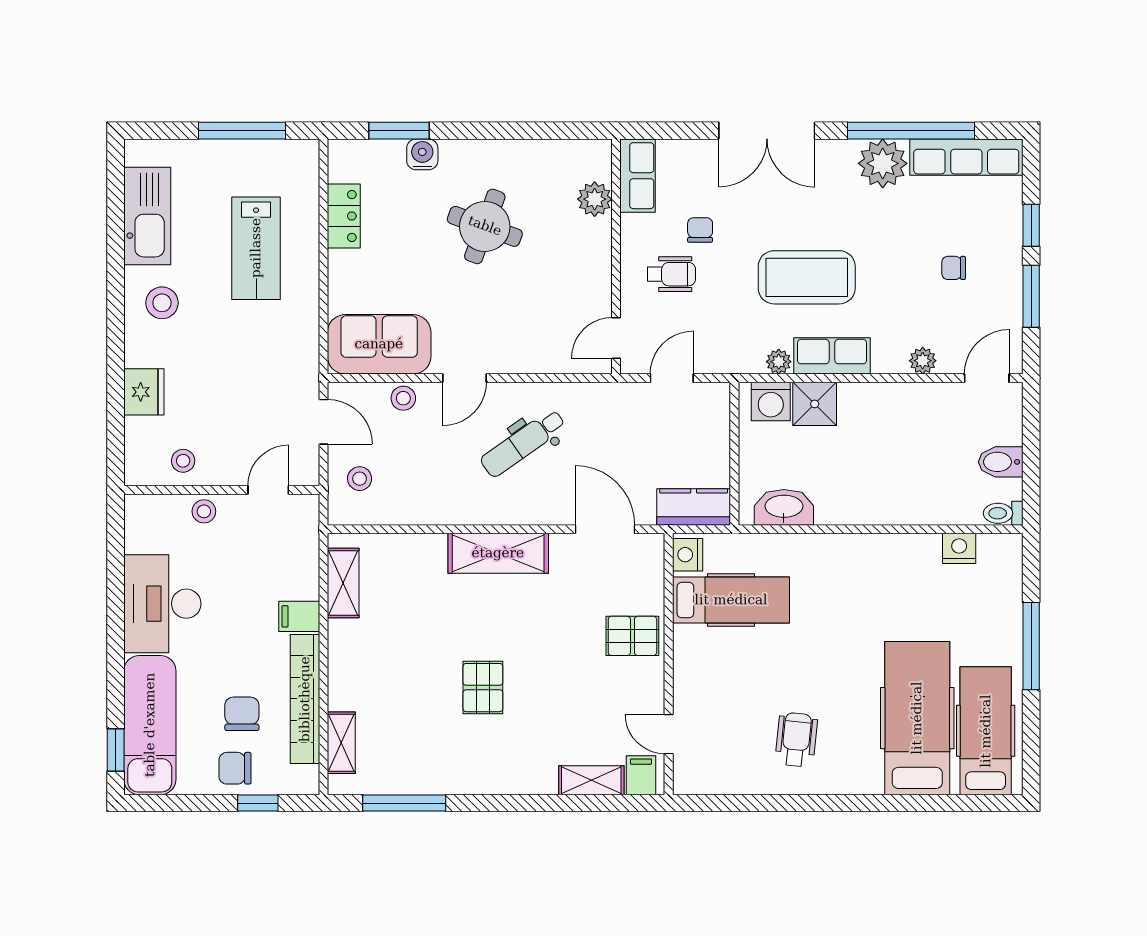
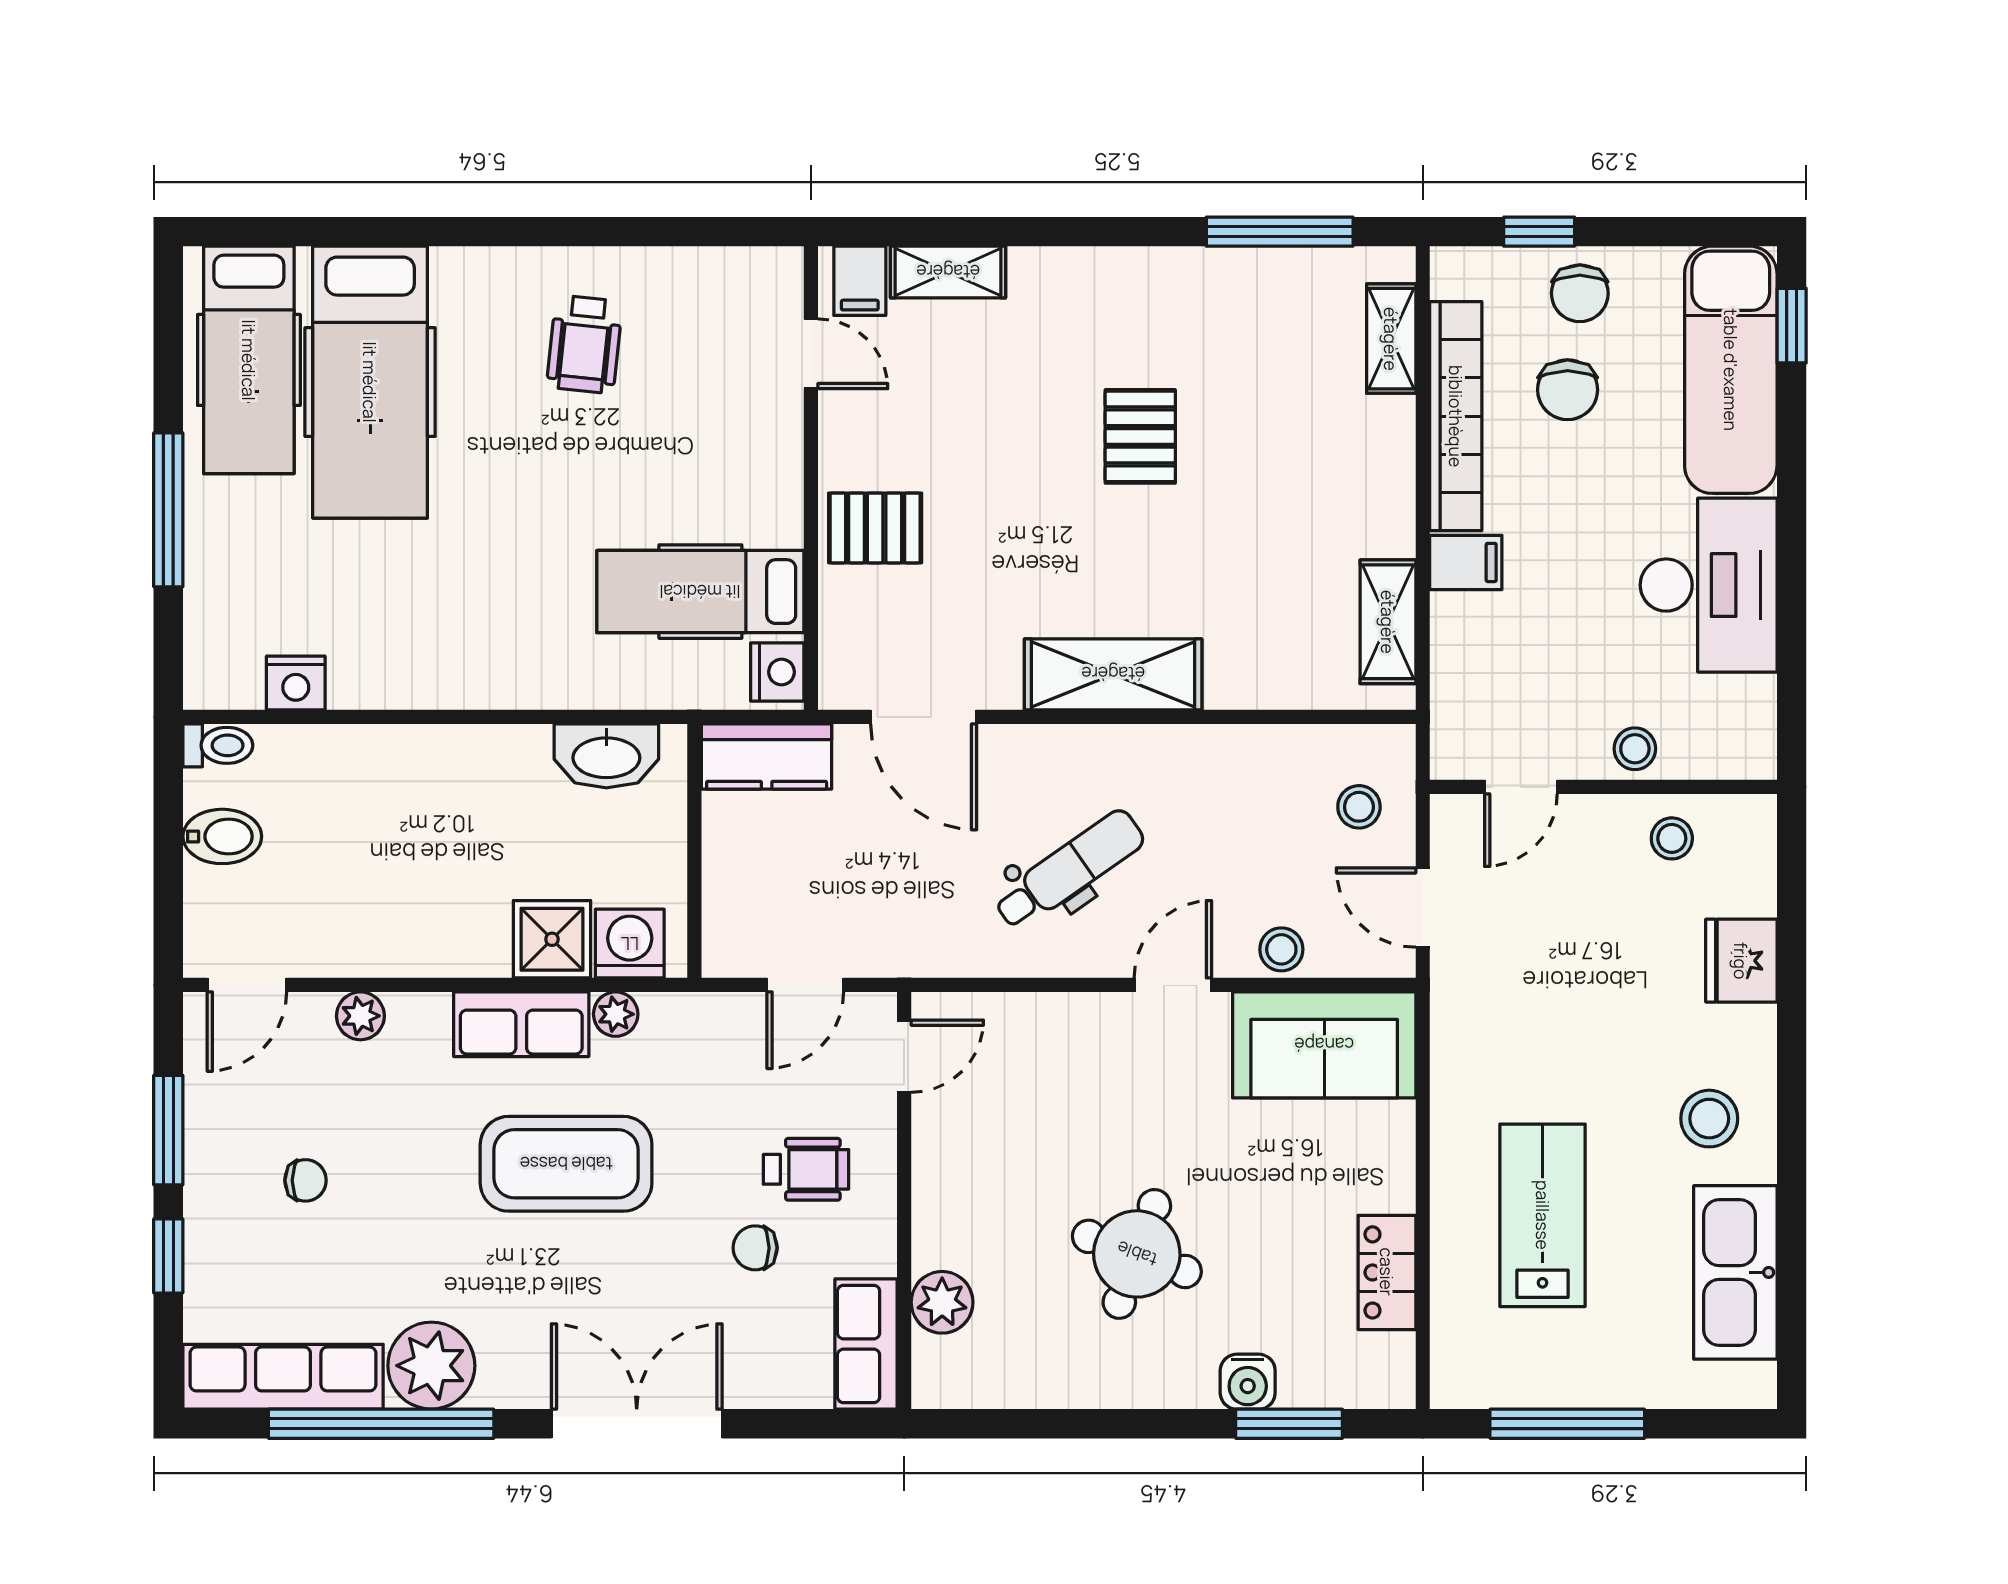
chair: (700, 230) -> (755, 1248), turned 90
wheelchair: (671, 274) -> (806, 1169), turned 180
chair: (235, 768) -> (1580, 293), turned 90

